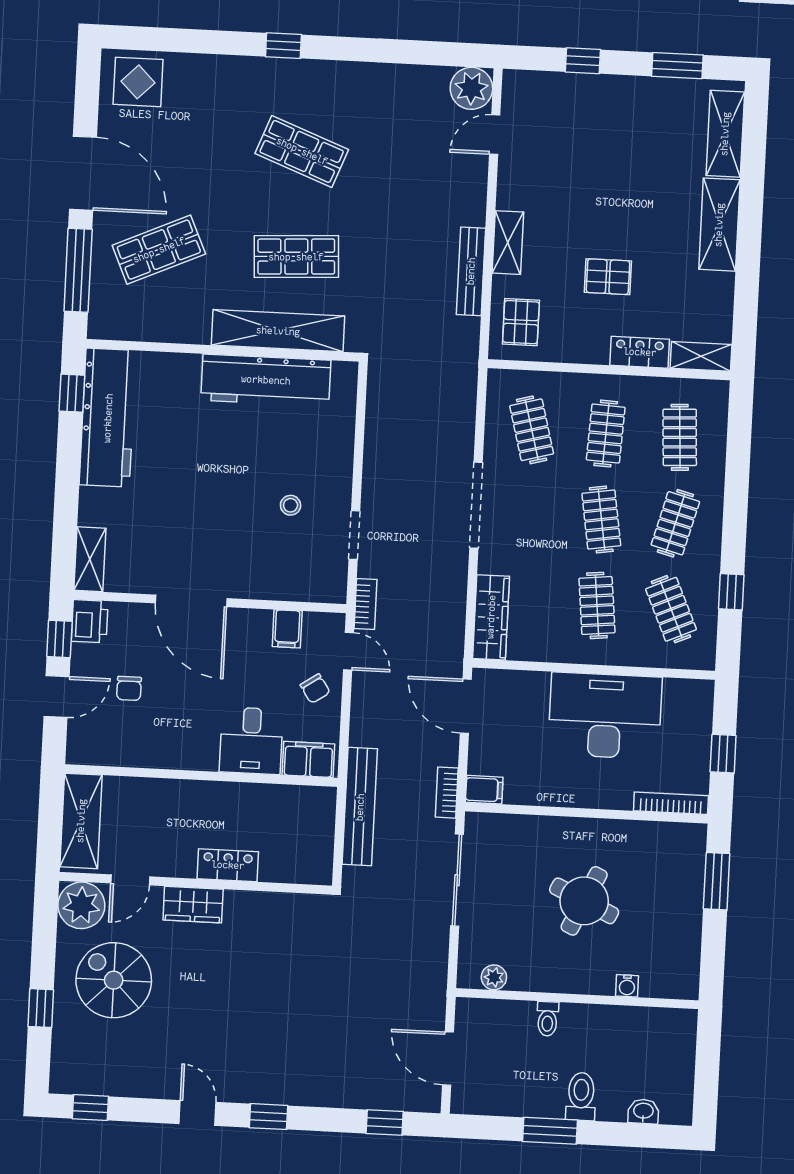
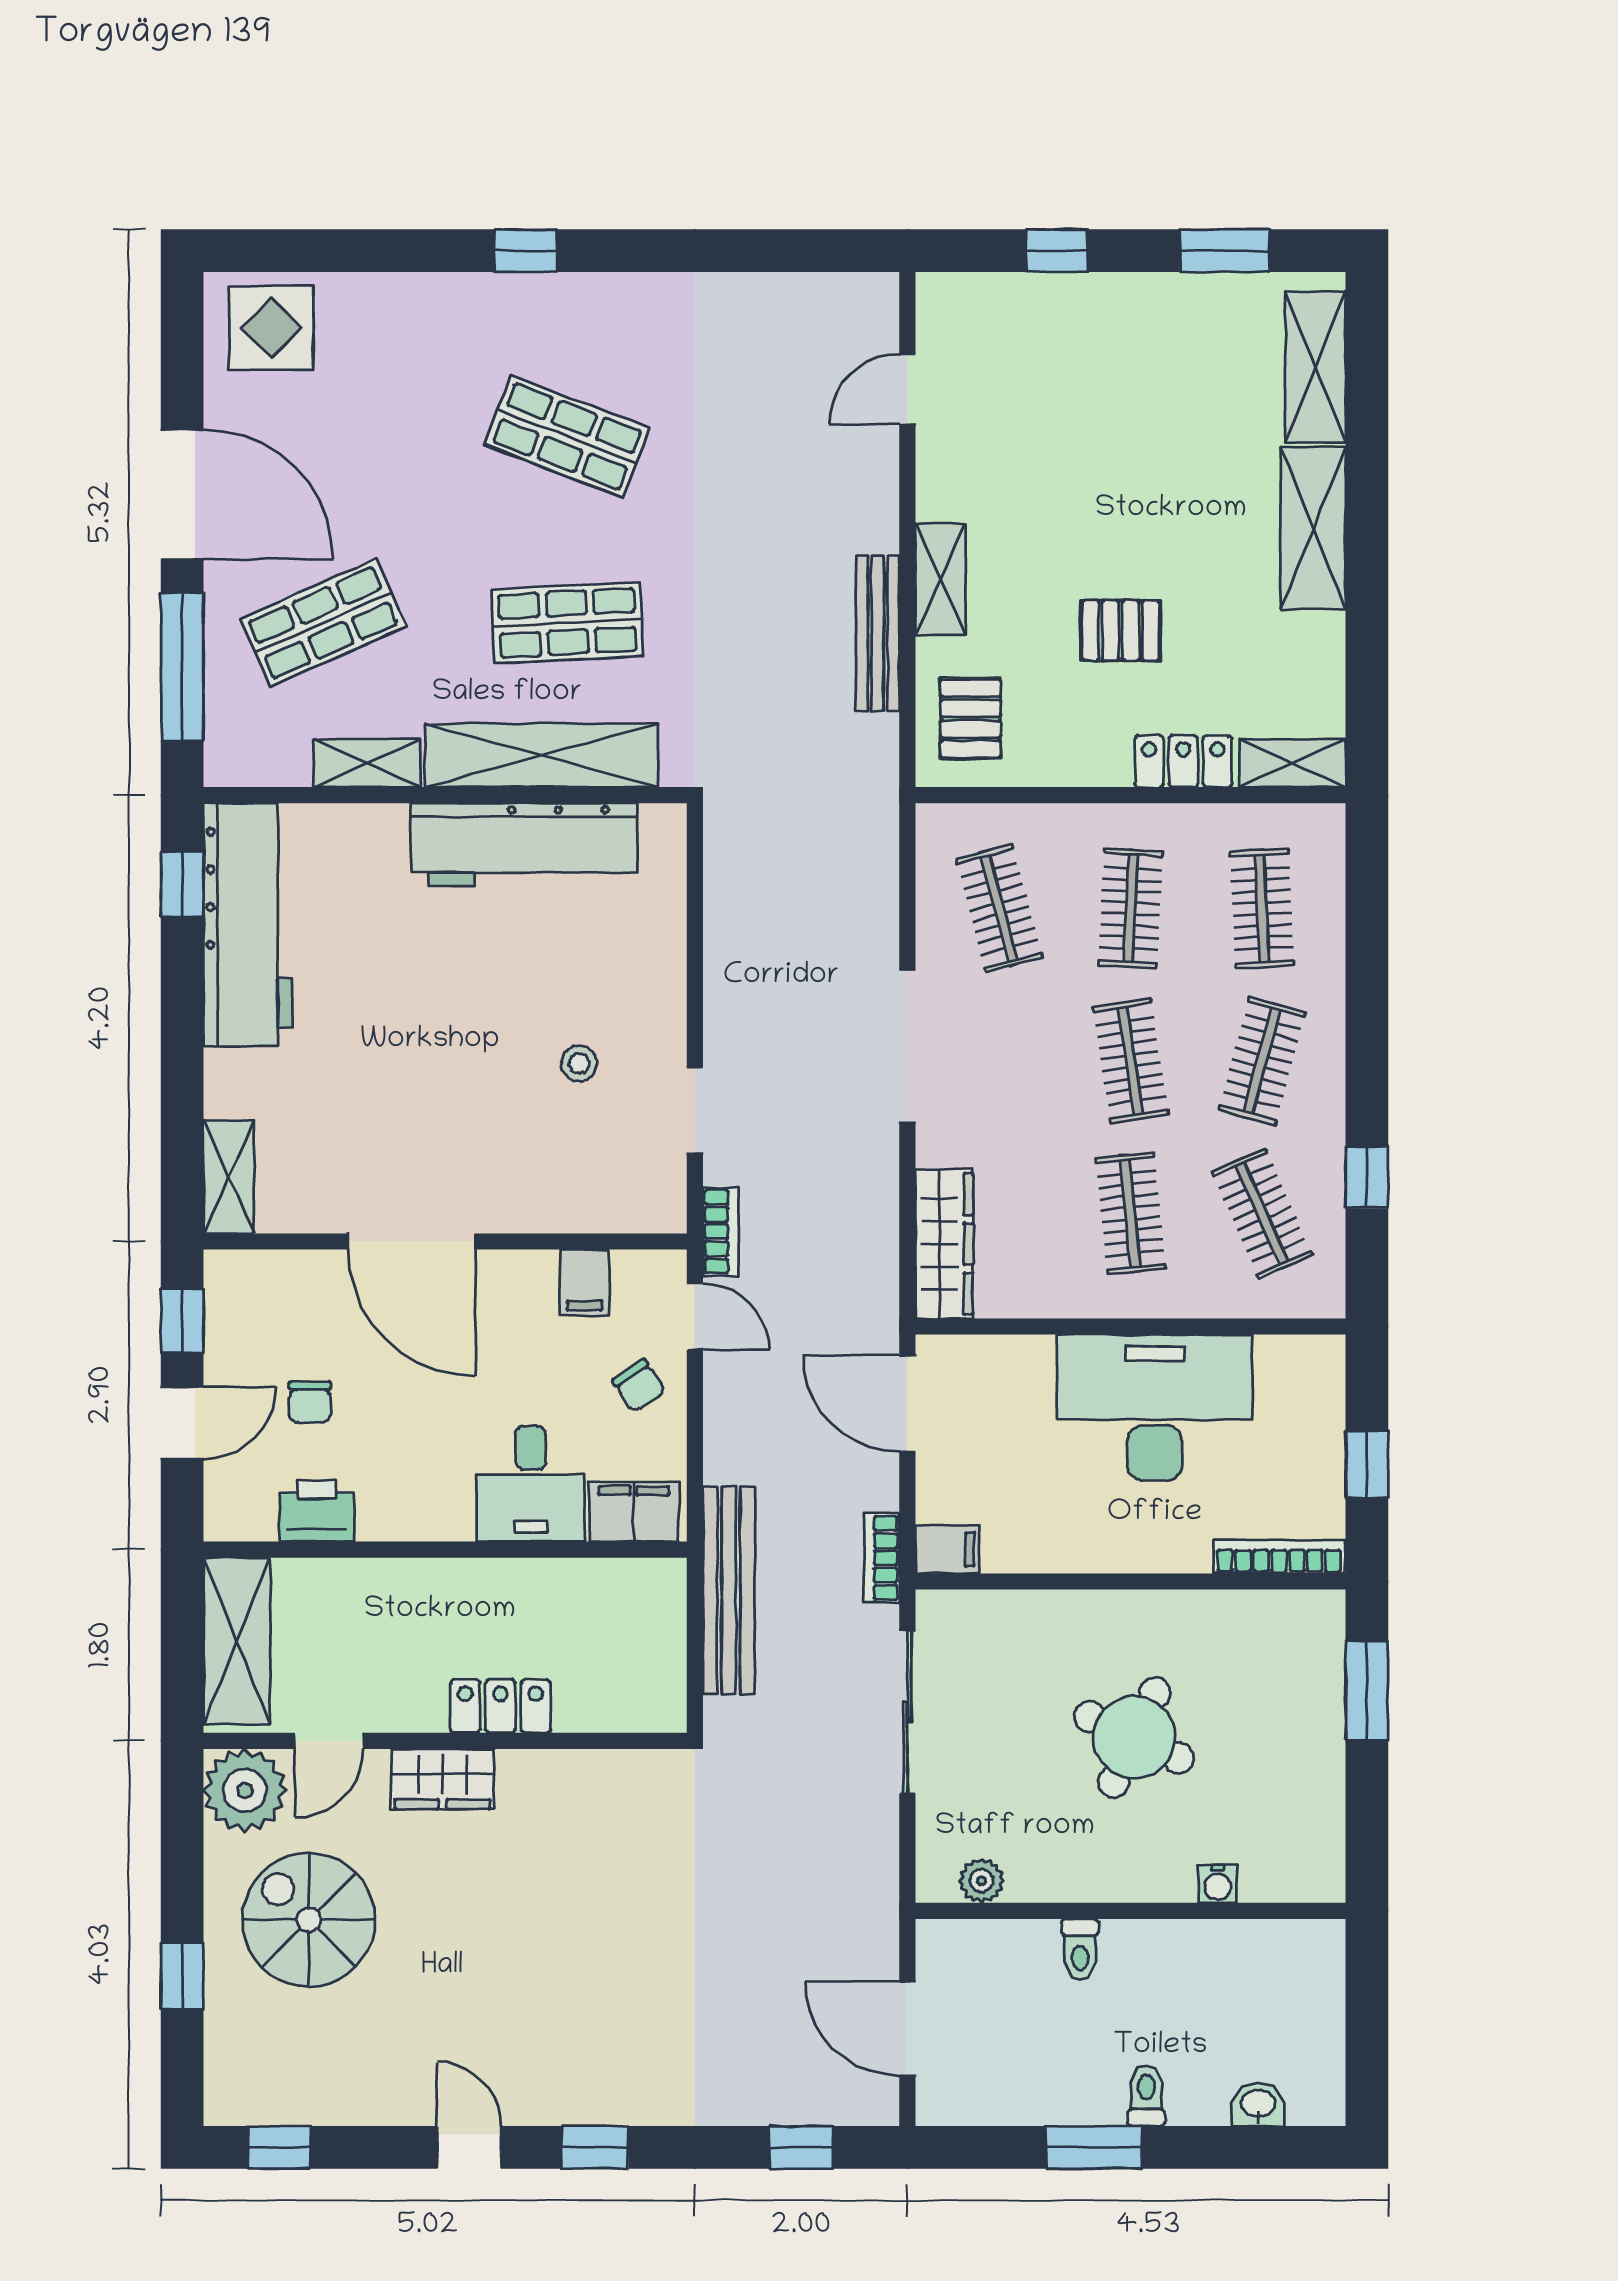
plant: (471, 88) -> (862, 309), removed
shelving: (180, 330) -> (367, 763), added
printer: (90, 621) -> (317, 1511), moved, turned -90
toilet: (581, 1096) -> (1146, 2096), width x0.73, depth x0.72

